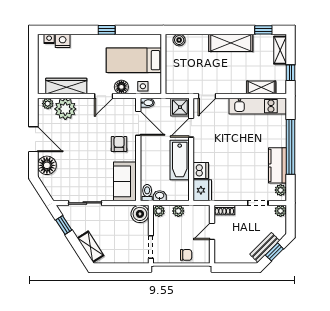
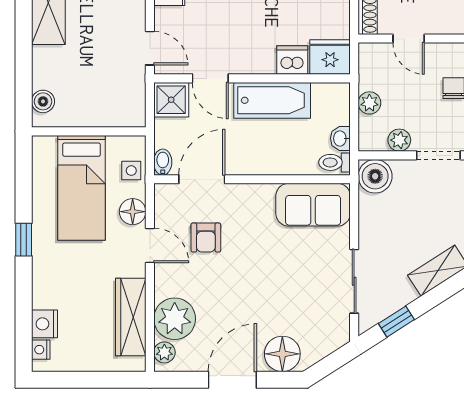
armchair: (119, 144) -> (206, 237), moved, turned -90
plant: (159, 211) -> (399, 140), moved

